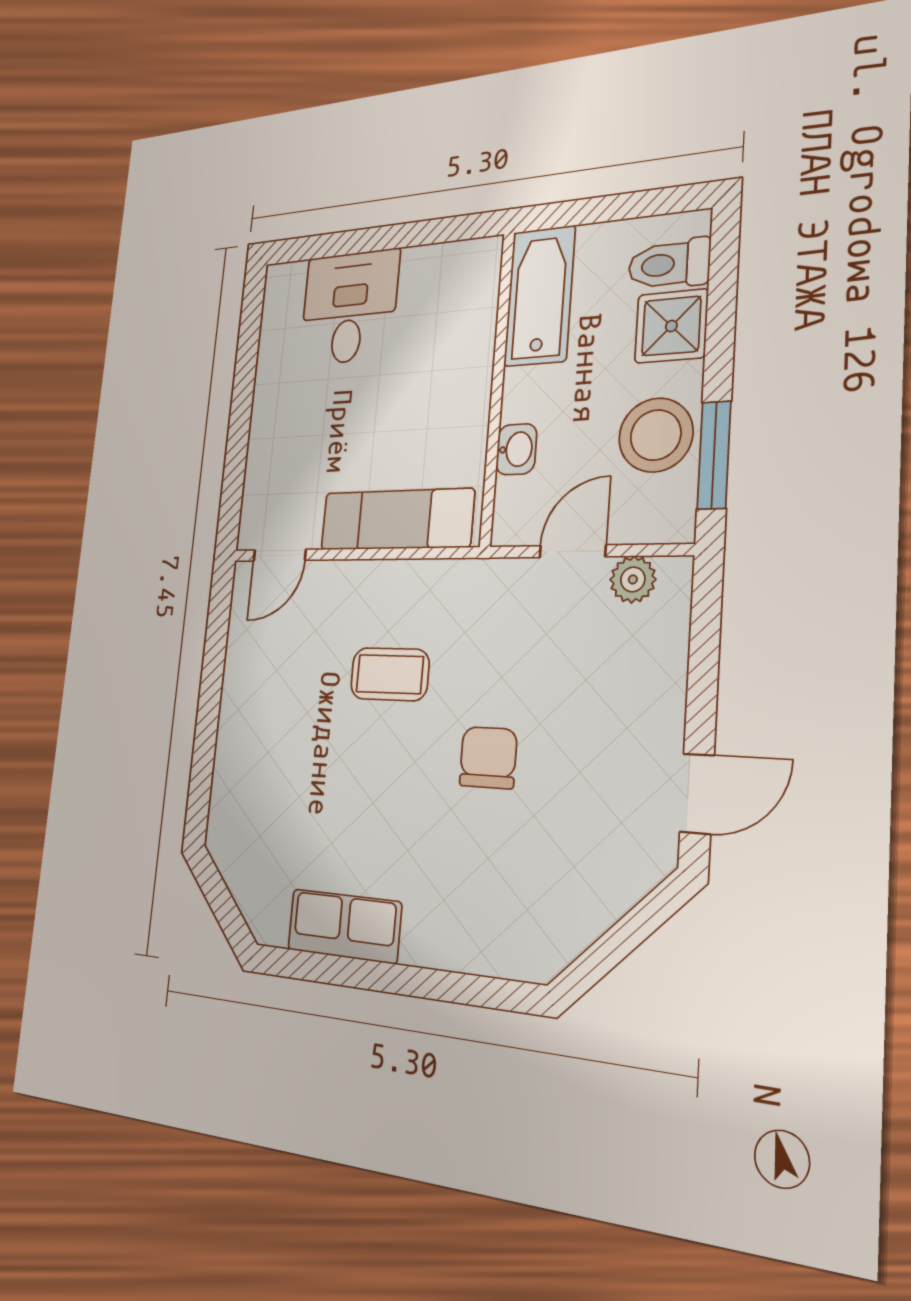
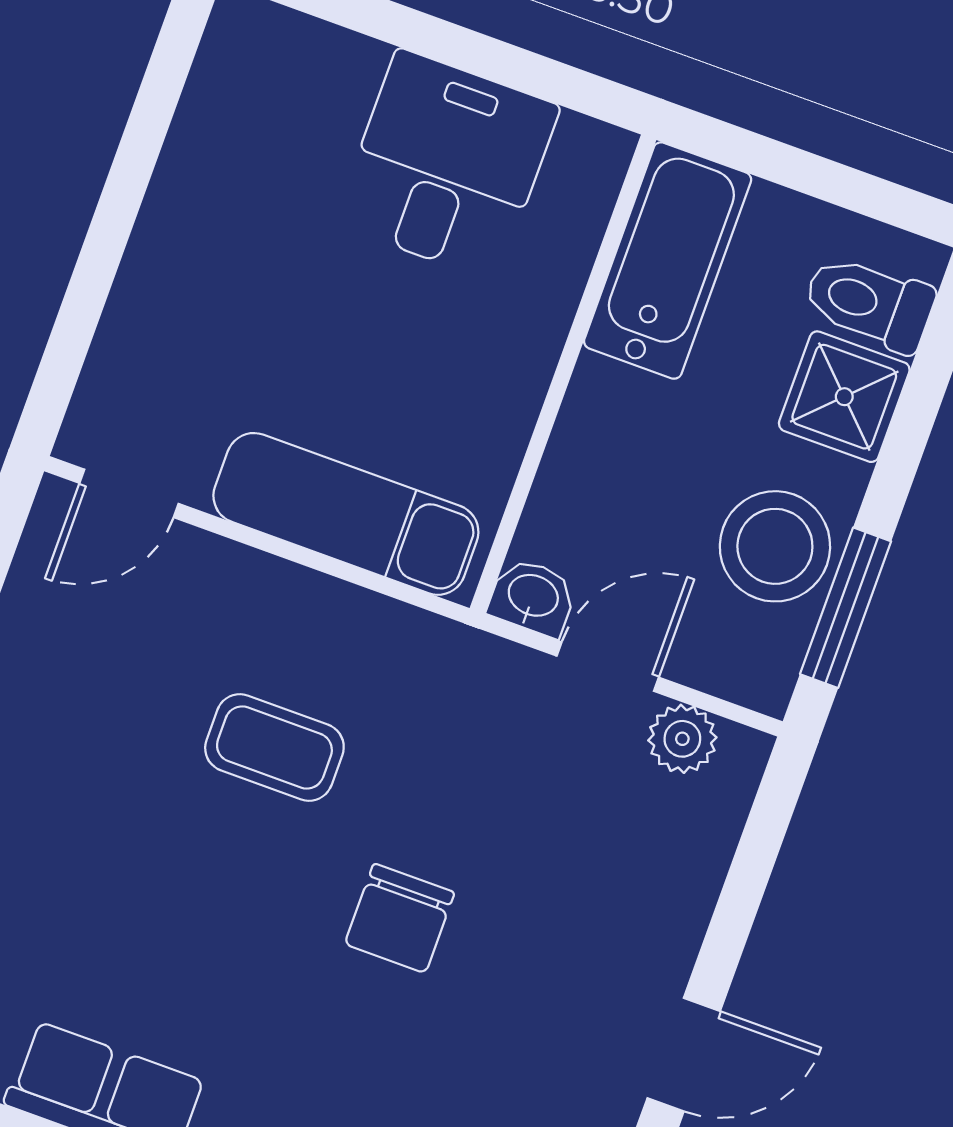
desk: (349, 307) -> (447, 165), moved
washbasin: (516, 449) -> (533, 597), moved, turned -90
chair: (488, 758) -> (400, 918), turned 180

